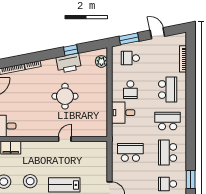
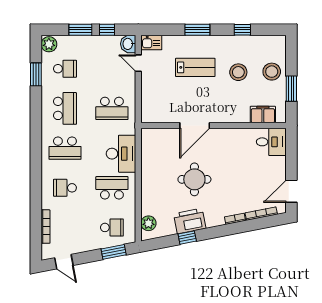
door: (157, 33) -> (64, 262), moved
school desk: (130, 90) -> (112, 188), width x1.85
school desk: (168, 90) -> (65, 188), width x0.54
desk: (123, 113) -> (121, 154), width x1.37
door: (65, 139) -> (195, 125), width x1.88

